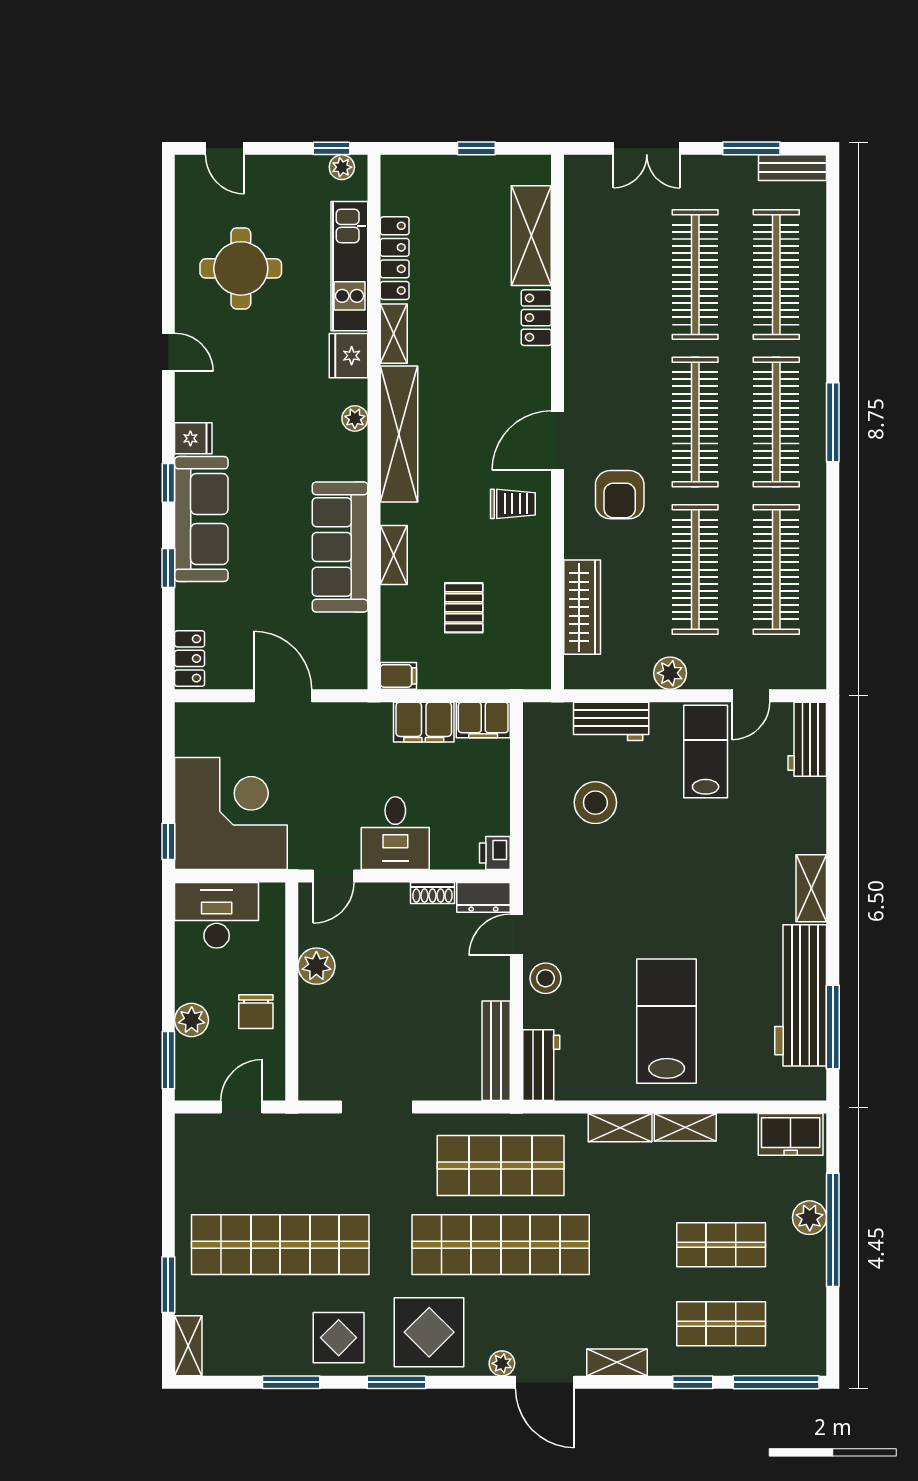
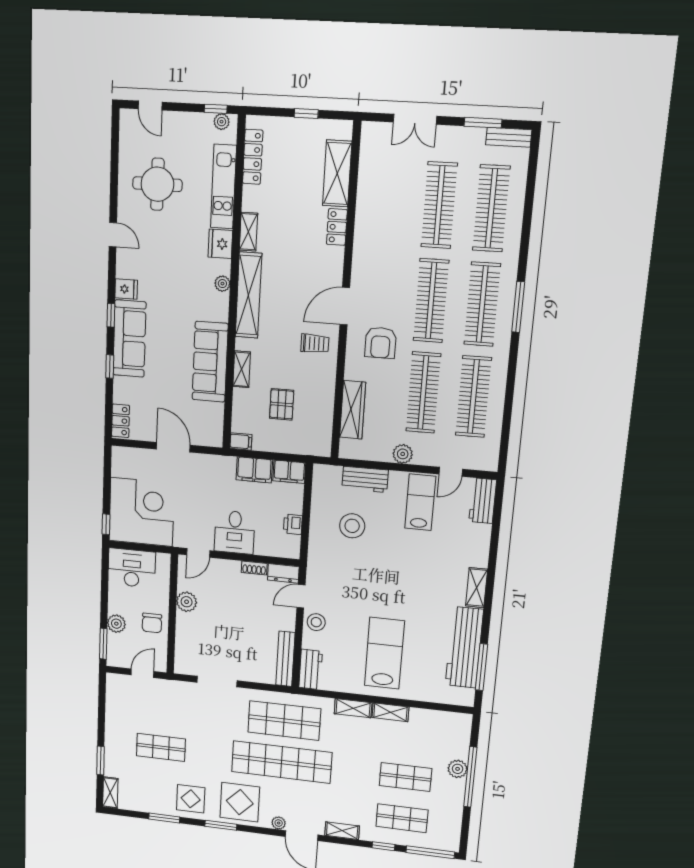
locker: (395, 258) -> (253, 157), moved
printer: (495, 853) -> (293, 524), moved
freezer: (791, 1134) -> (451, 723), removed
shop shelf: (280, 1245) -> (161, 747), width x0.50, depth x0.74

